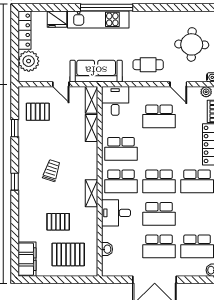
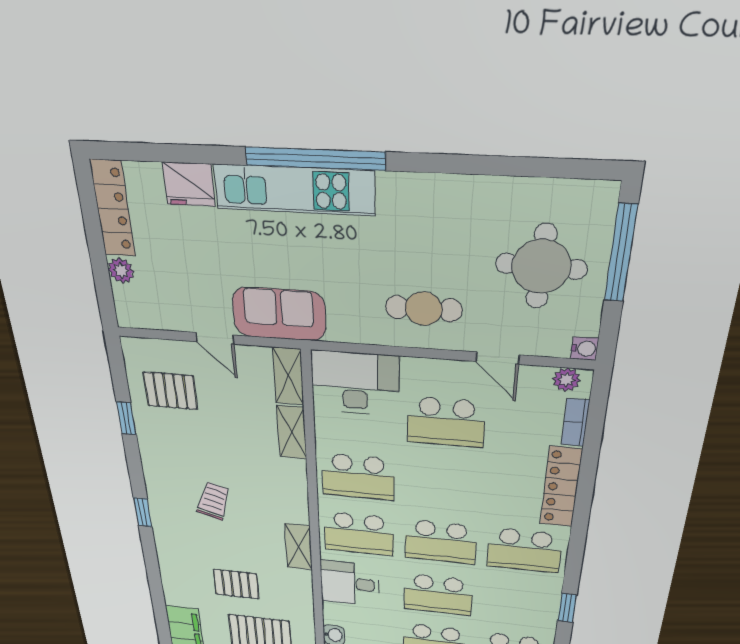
plant: (29, 61) -> (121, 271), width x0.53, depth x0.53
sofa: (96, 71) -> (279, 314), width x0.73
desk: (115, 101) -> (355, 383), width x1.37

